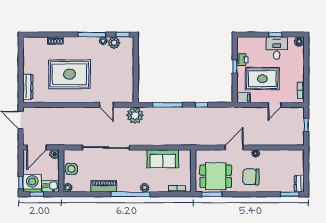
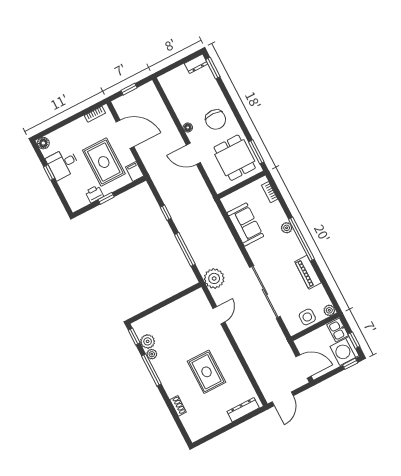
rug: (69, 74) -> (206, 372), width x0.73, depth x0.69
door: (275, 105) -> (125, 134), width x1.88
boiler: (55, 154) -> (301, 343), removed

